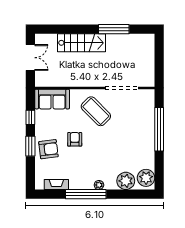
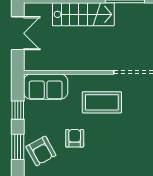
coffee table: (96, 111) -> (102, 102), turned -45
armchair: (48, 149) -> (41, 151), turned 68

